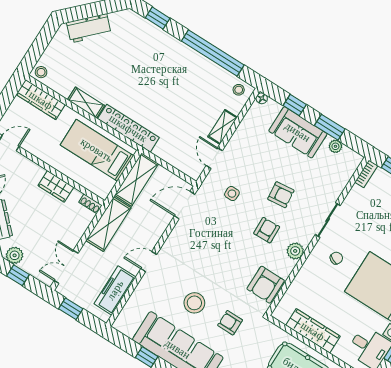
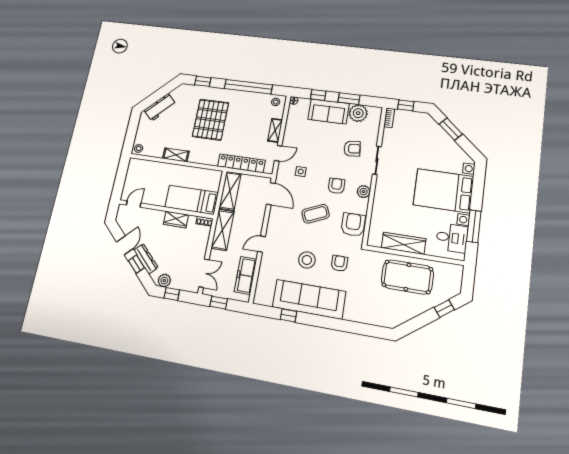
pallet: (148, 75) -> (210, 120), added
wardrobe: (41, 100) -> (145, 166), removed
locker: (128, 128) -> (241, 163), moved
plant: (335, 146) -> (358, 113), width x1.87, depth x1.87
bed: (97, 150) -> (192, 200), moved
door: (214, 158) -> (278, 153), swing flipped
armchair: (281, 195) -> (352, 149), moved
door: (185, 205) -> (271, 194), swing flipped
coffee table: (228, 253) -> (316, 214), added
chair: (336, 258) -> (396, 184), removed
double door: (66, 267) -> (204, 273), swing flipped
armchair: (266, 285) -> (353, 225), turned 180
armchair: (230, 323) -> (339, 263), turned 90

